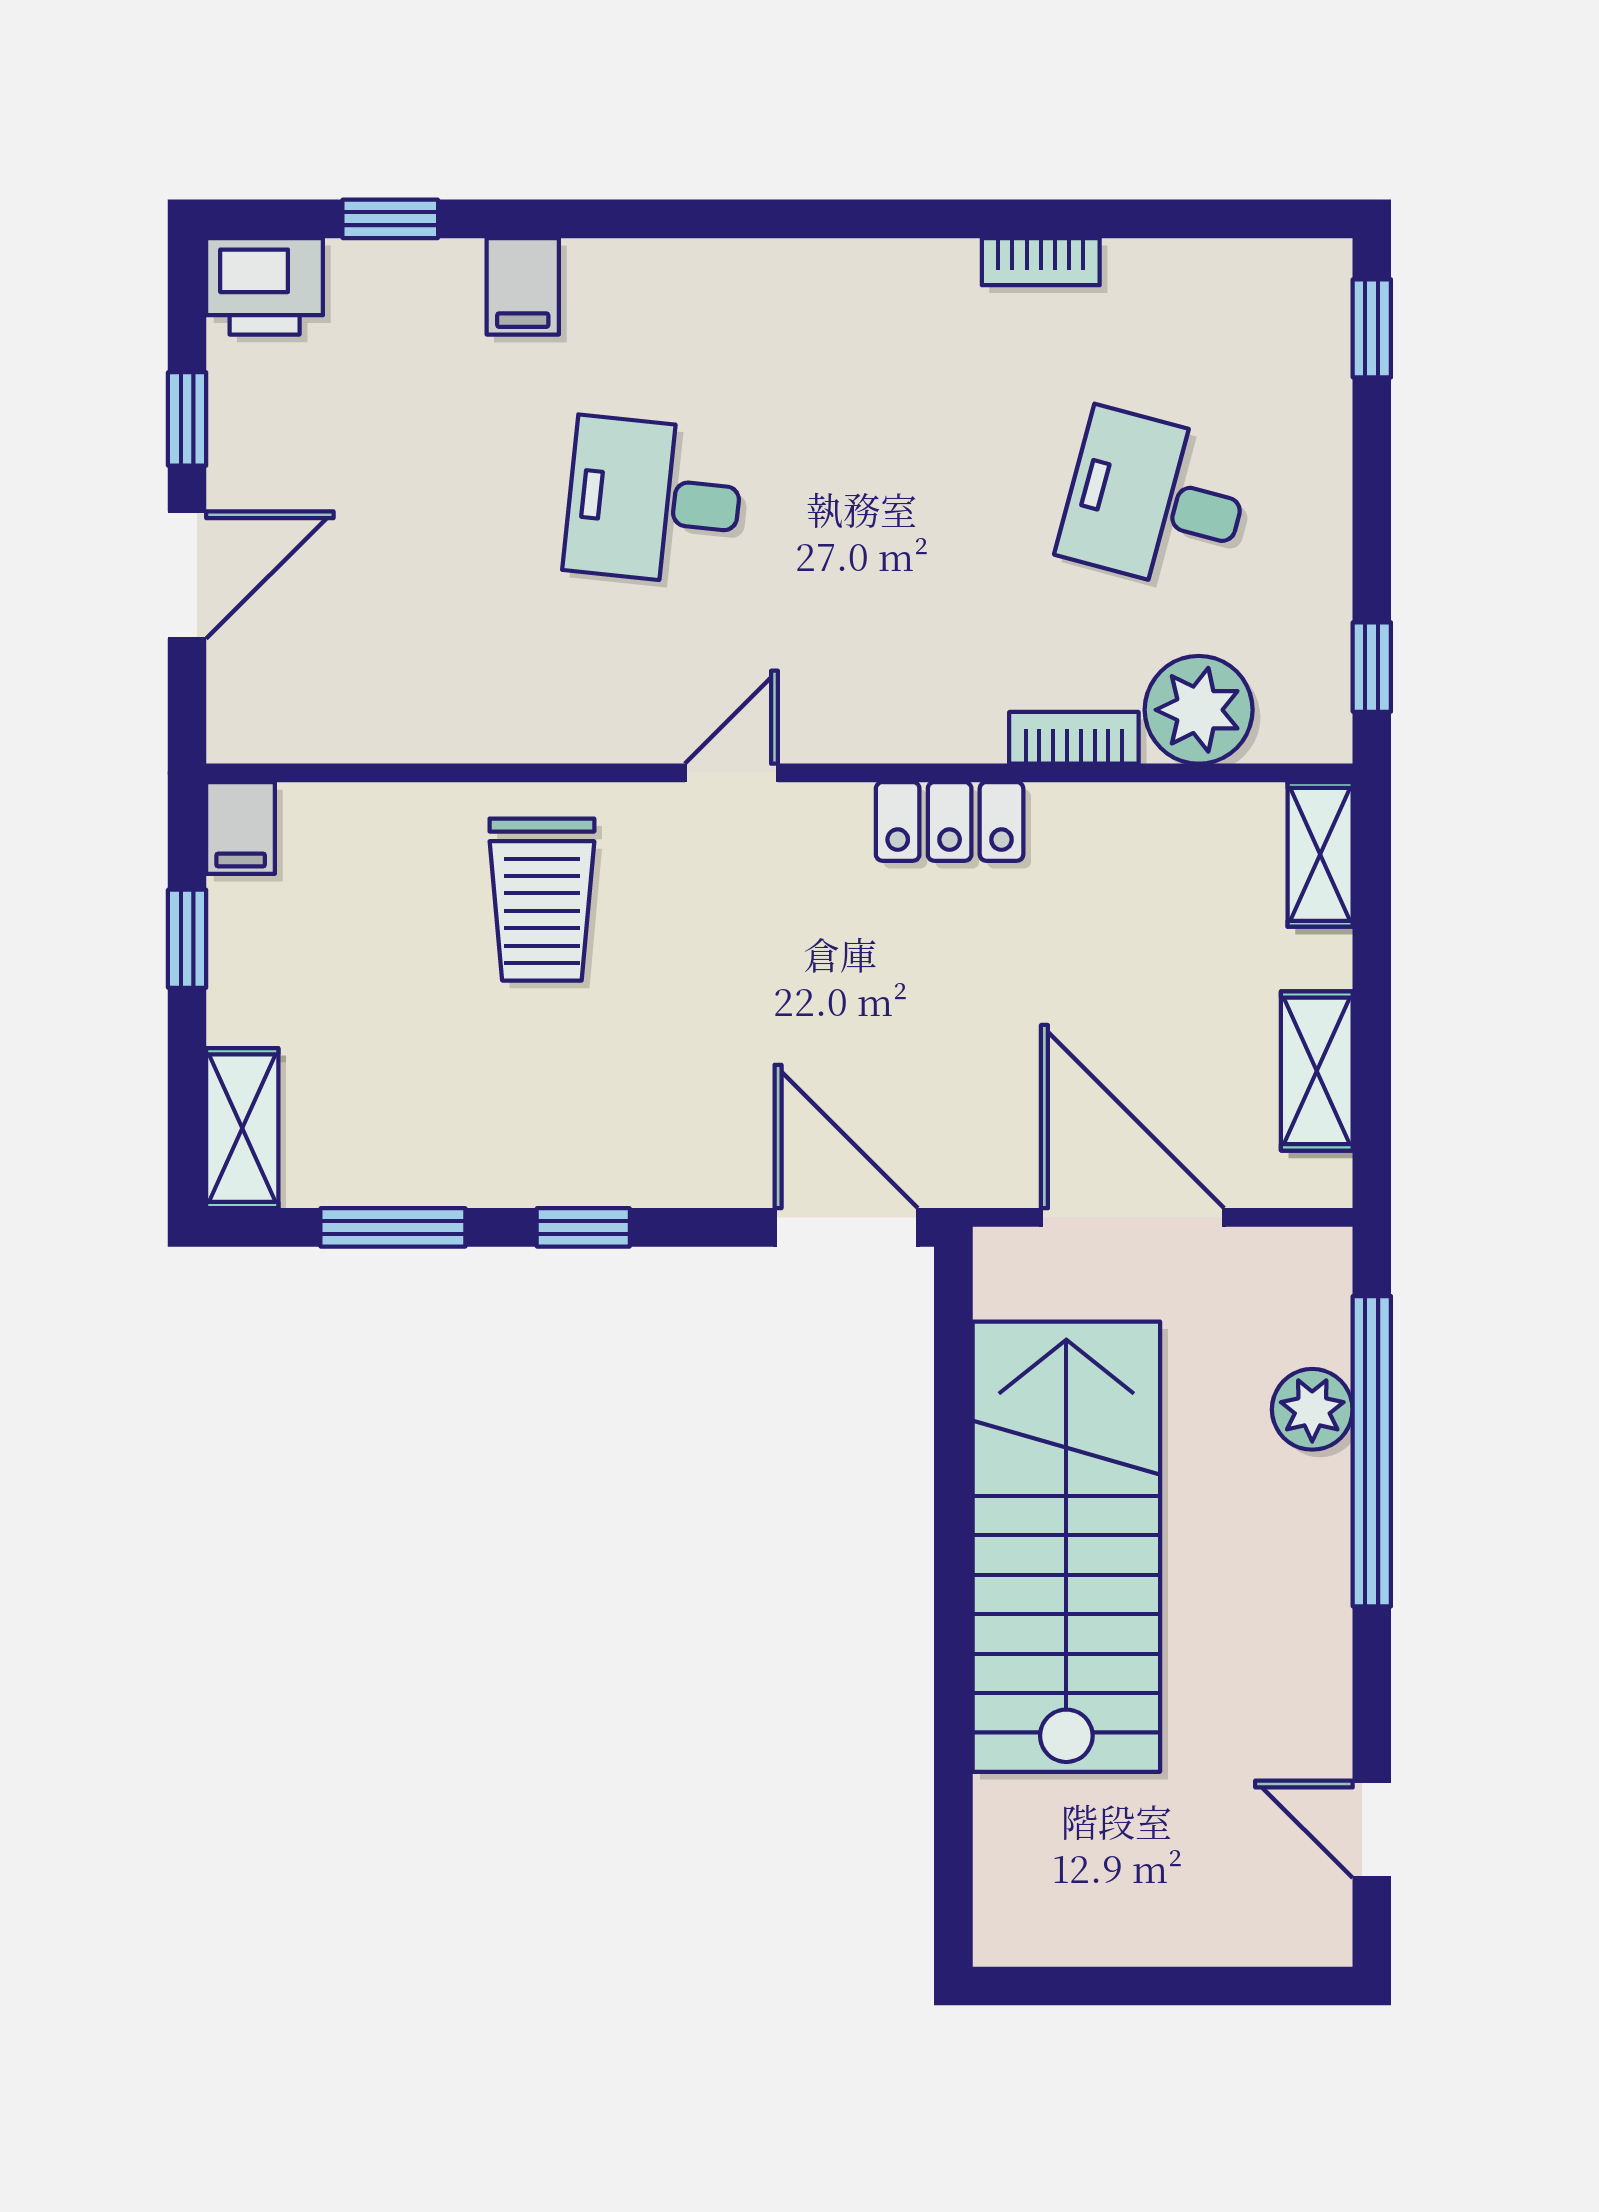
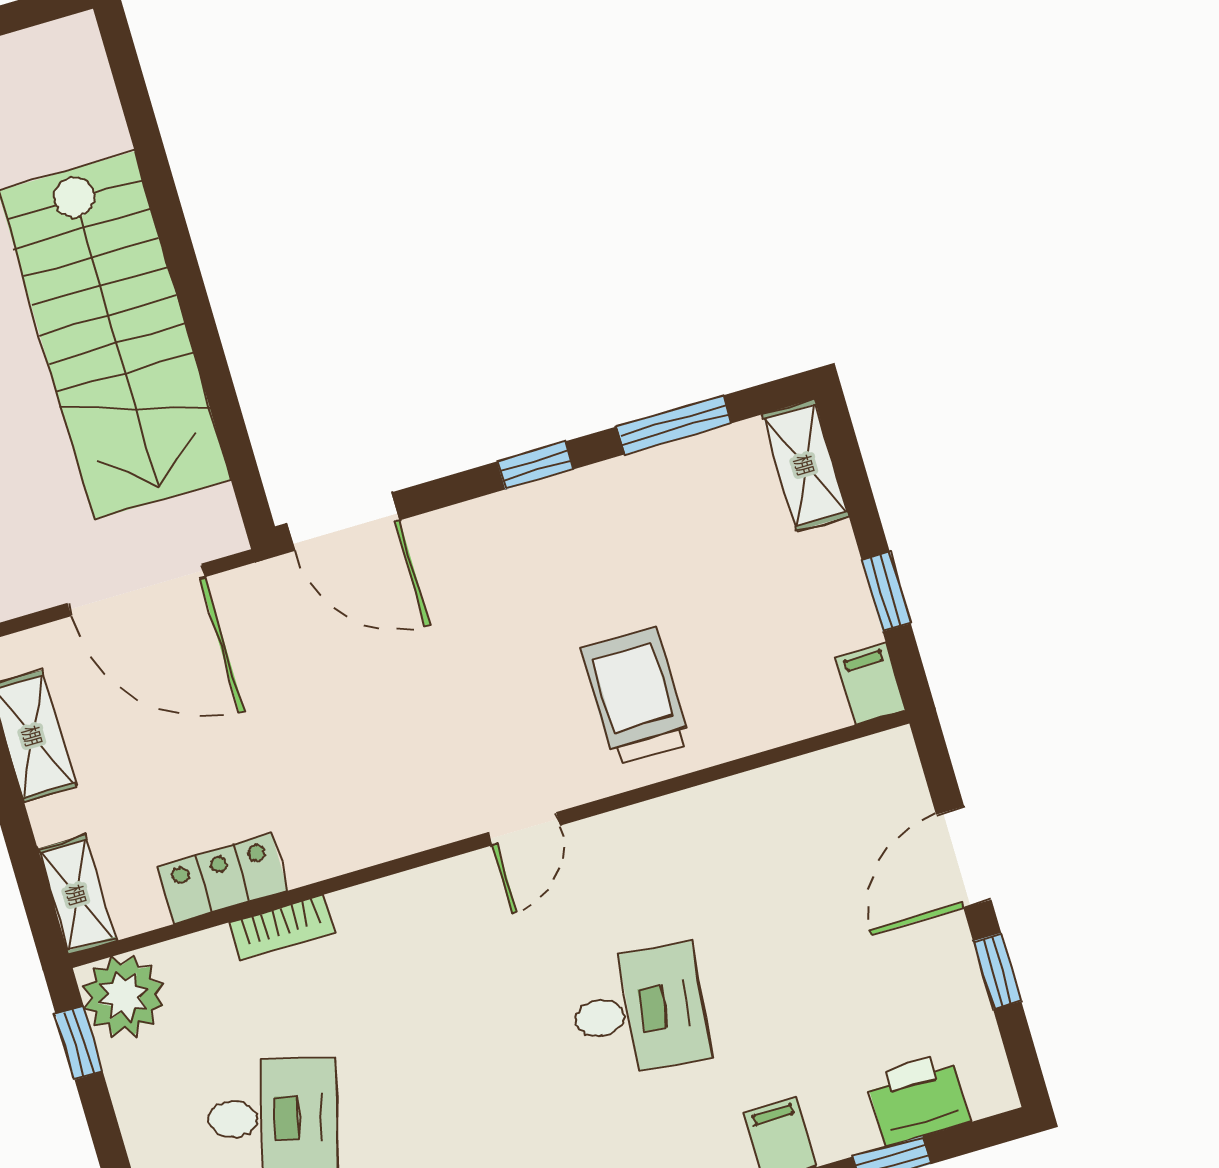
printer: (265, 286) -> (918, 1099), moved
plant: (1199, 710) -> (123, 996), moved
locker: (950, 821) -> (223, 878), moved

